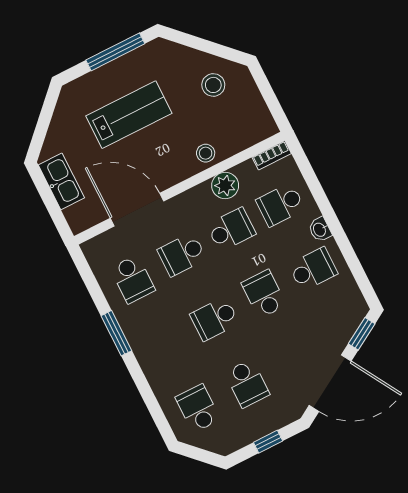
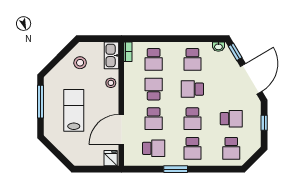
kitchen sink: (61, 181) -> (112, 55), moved, turned -90
plant: (225, 185) -> (131, 81), removed
fridge: (80, 216) -> (111, 158), added
washbasin: (320, 230) -> (218, 47), moved
school desk: (313, 269) -> (192, 59), turned 180
school desk: (165, 344) -> (192, 148), added
school desk: (198, 408) -> (231, 148), turned -90

